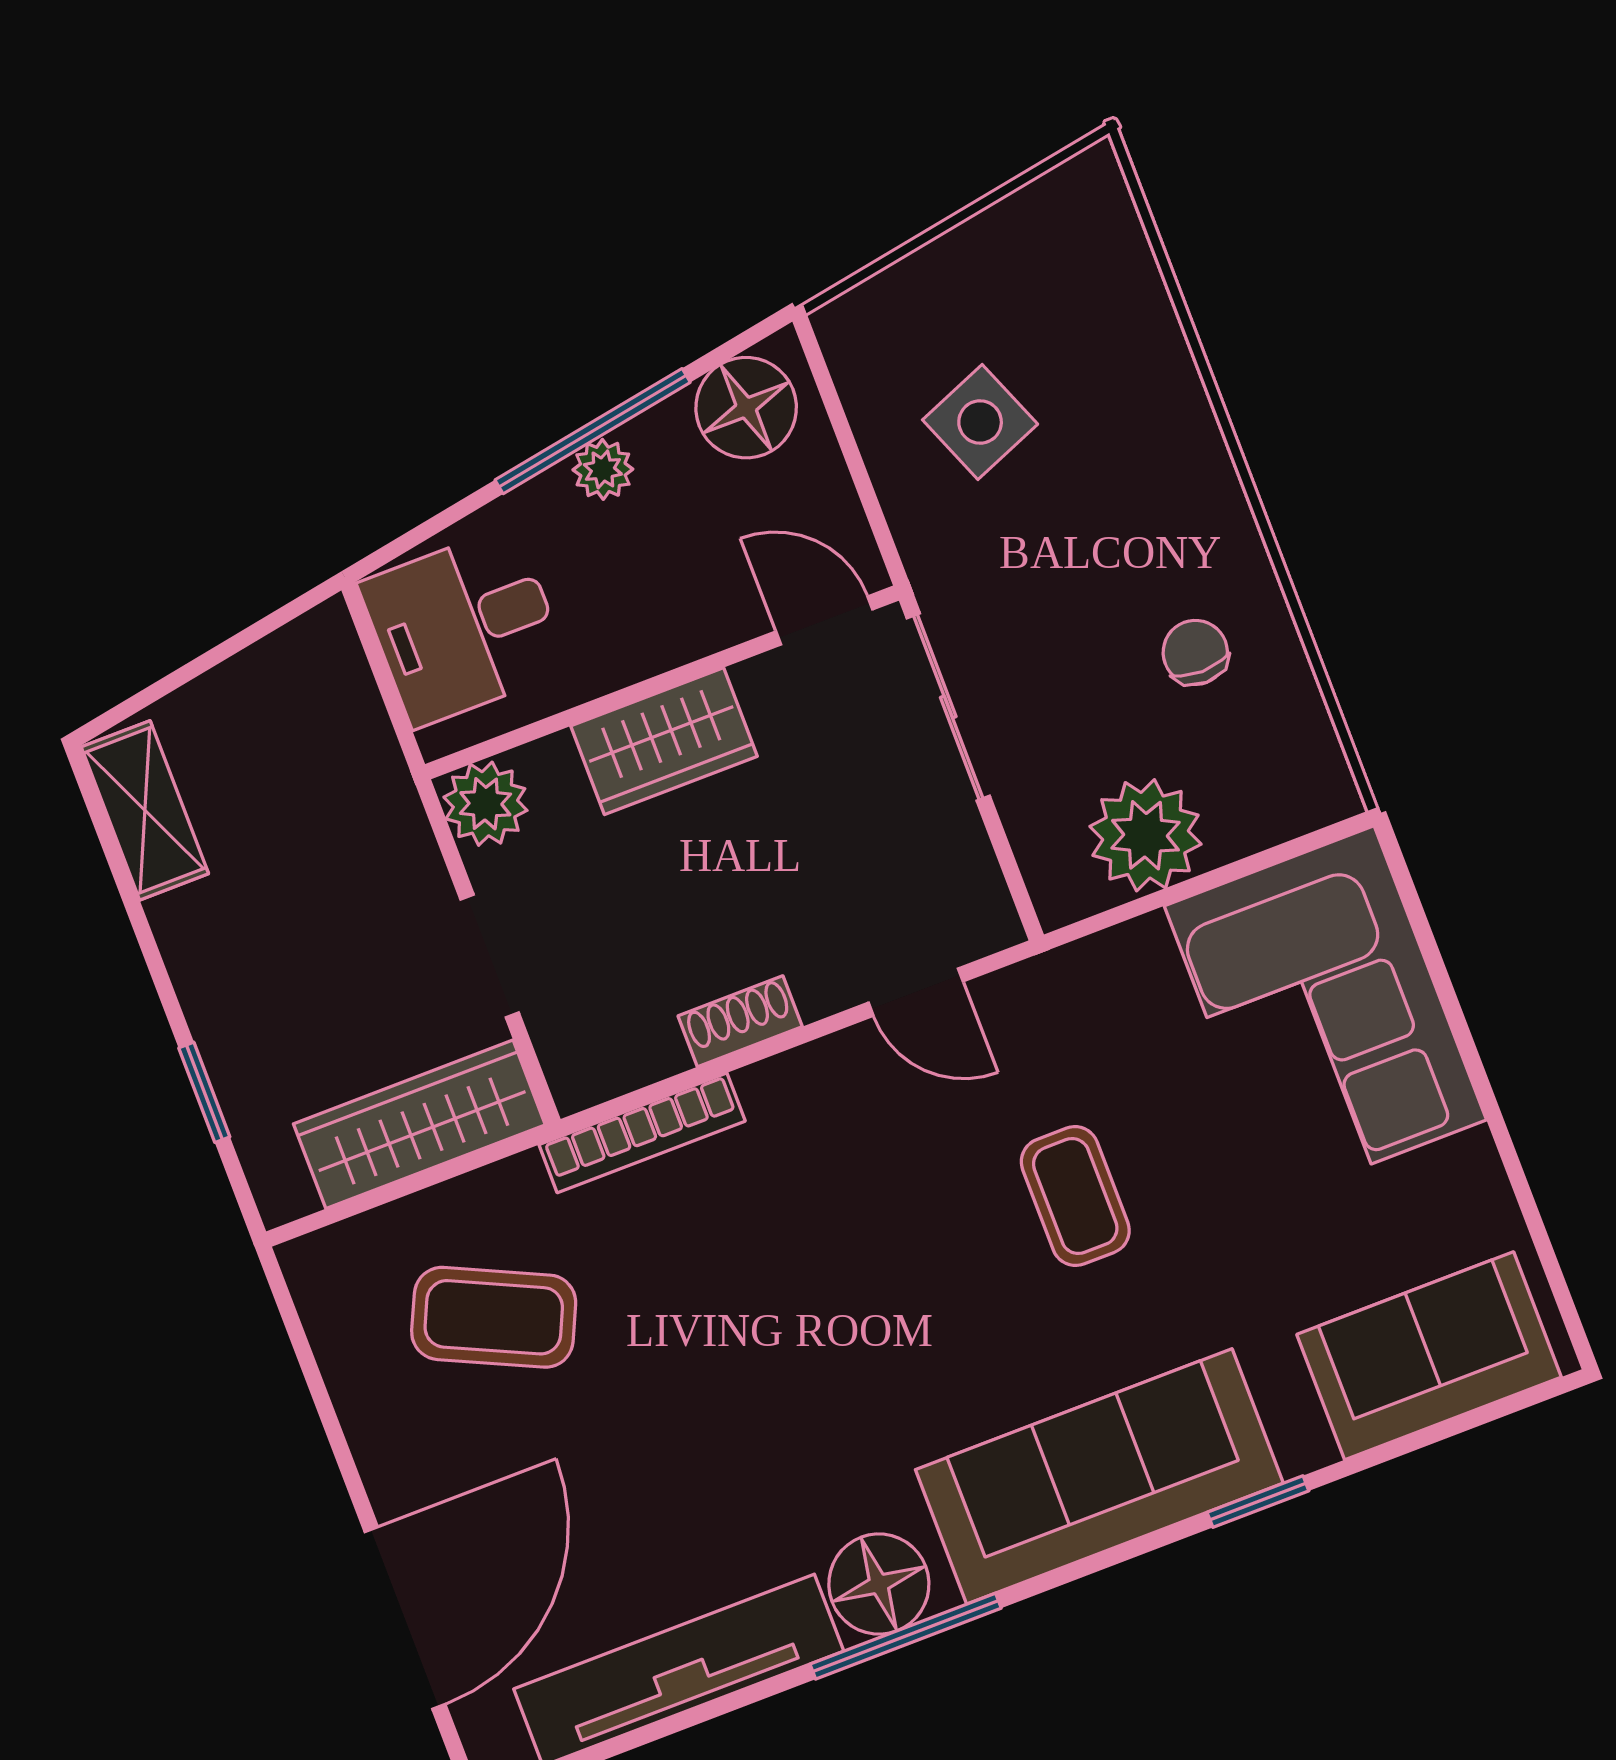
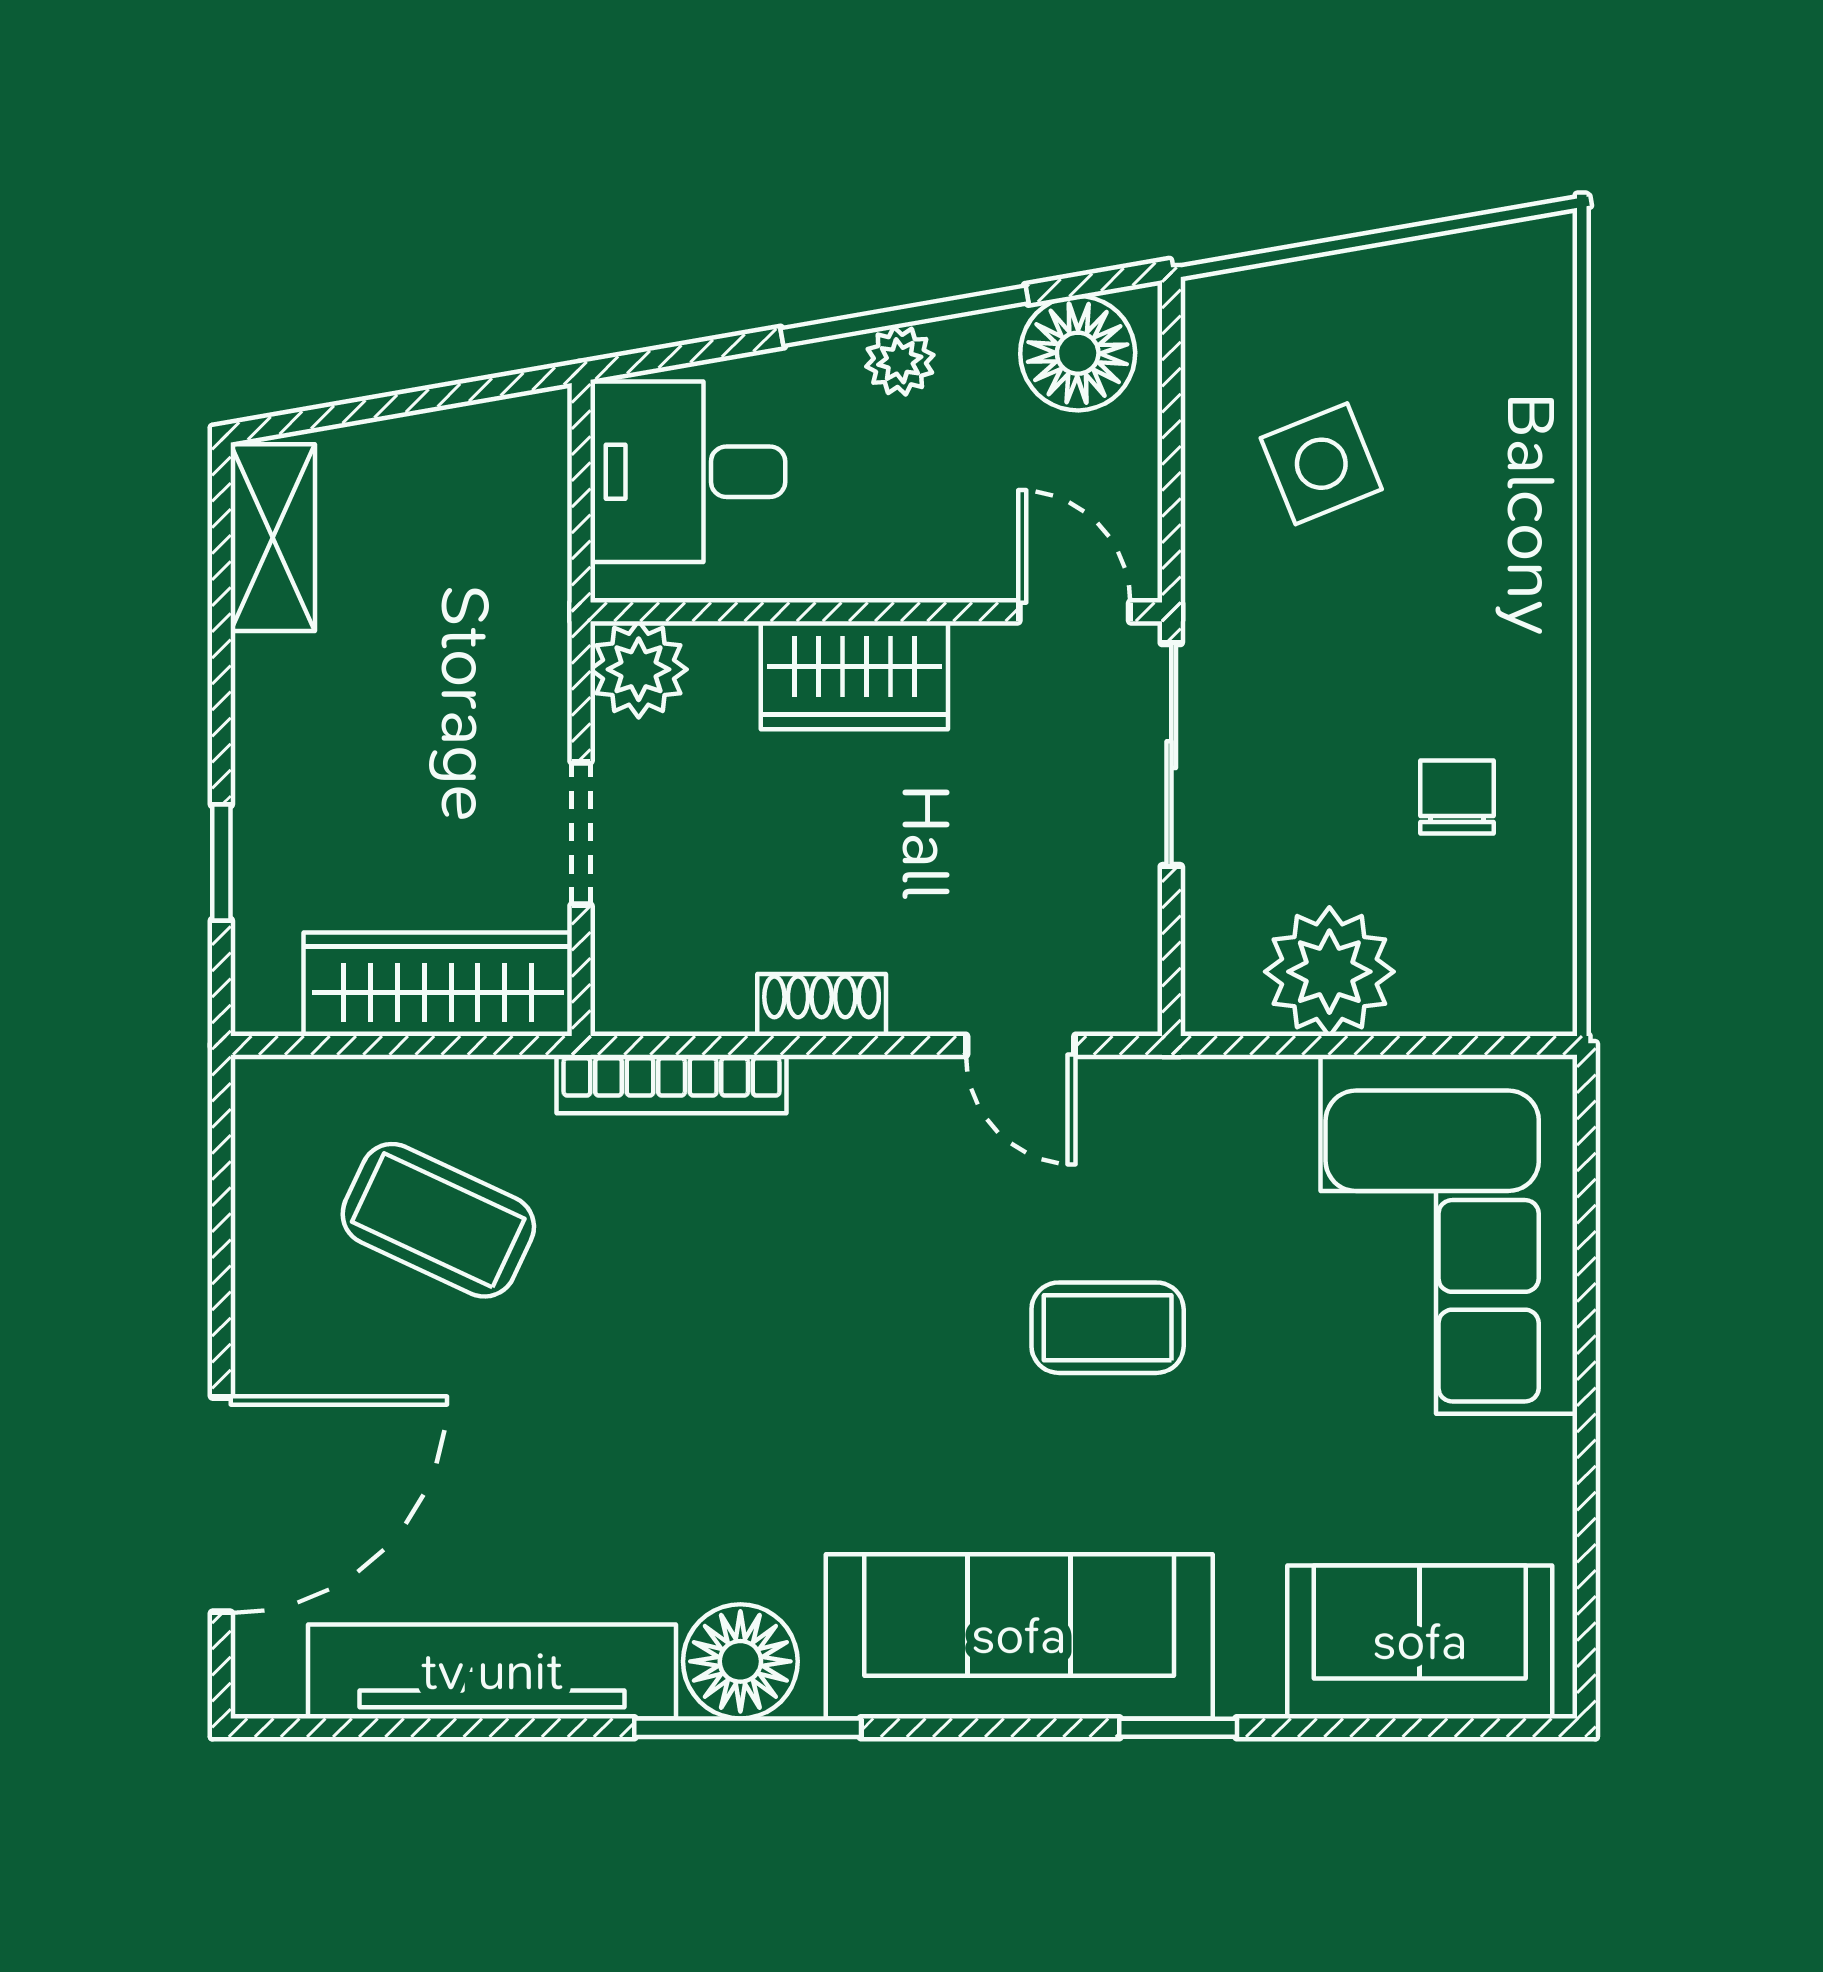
coffee table: (1075, 1196) -> (1108, 1328), turned 90

